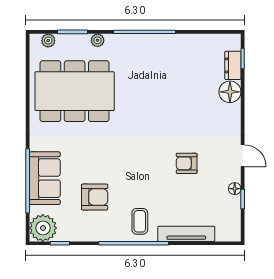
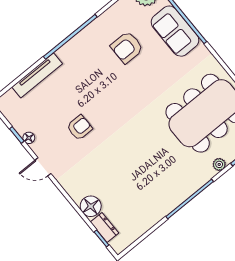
coffee table: (140, 221) -> (79, 57), removed

